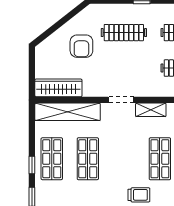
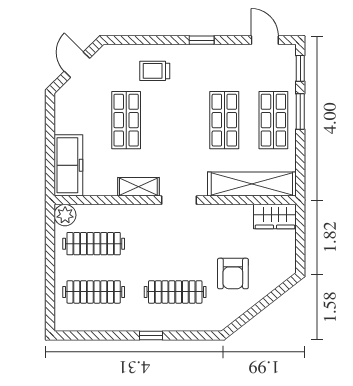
armchair: (81, 46) -> (233, 274), turned 180
wardrobe: (58, 88) -> (275, 217), width x0.67
window: (32, 165) -> (300, 112), width x1.50

